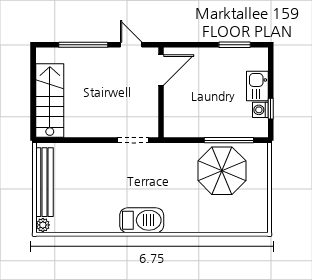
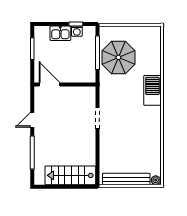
door: (161, 70) -> (49, 84), moved
wall: (161, 92) -> (65, 84), moved
barbecue: (142, 220) -> (152, 90), moved

